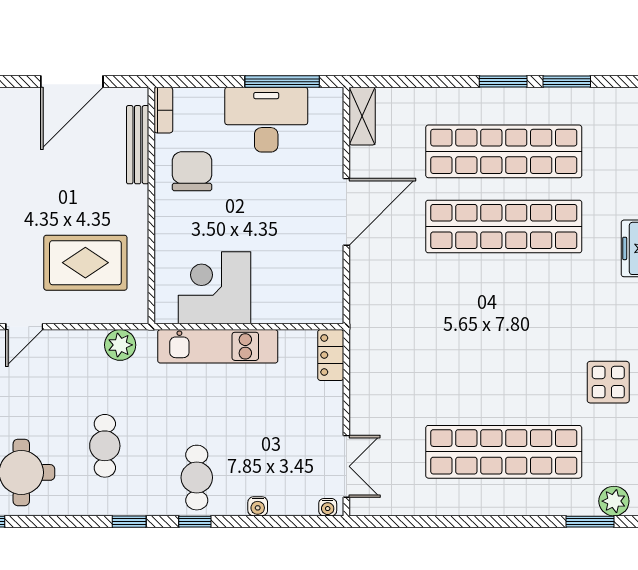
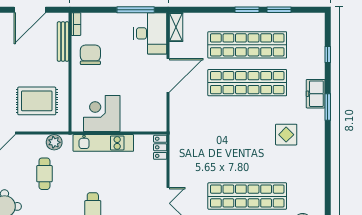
desk: (266, 120) -> (150, 33), moved, turned 90
display table: (608, 382) -> (286, 135), moved
cafe table: (105, 446) -> (44, 174), moved

